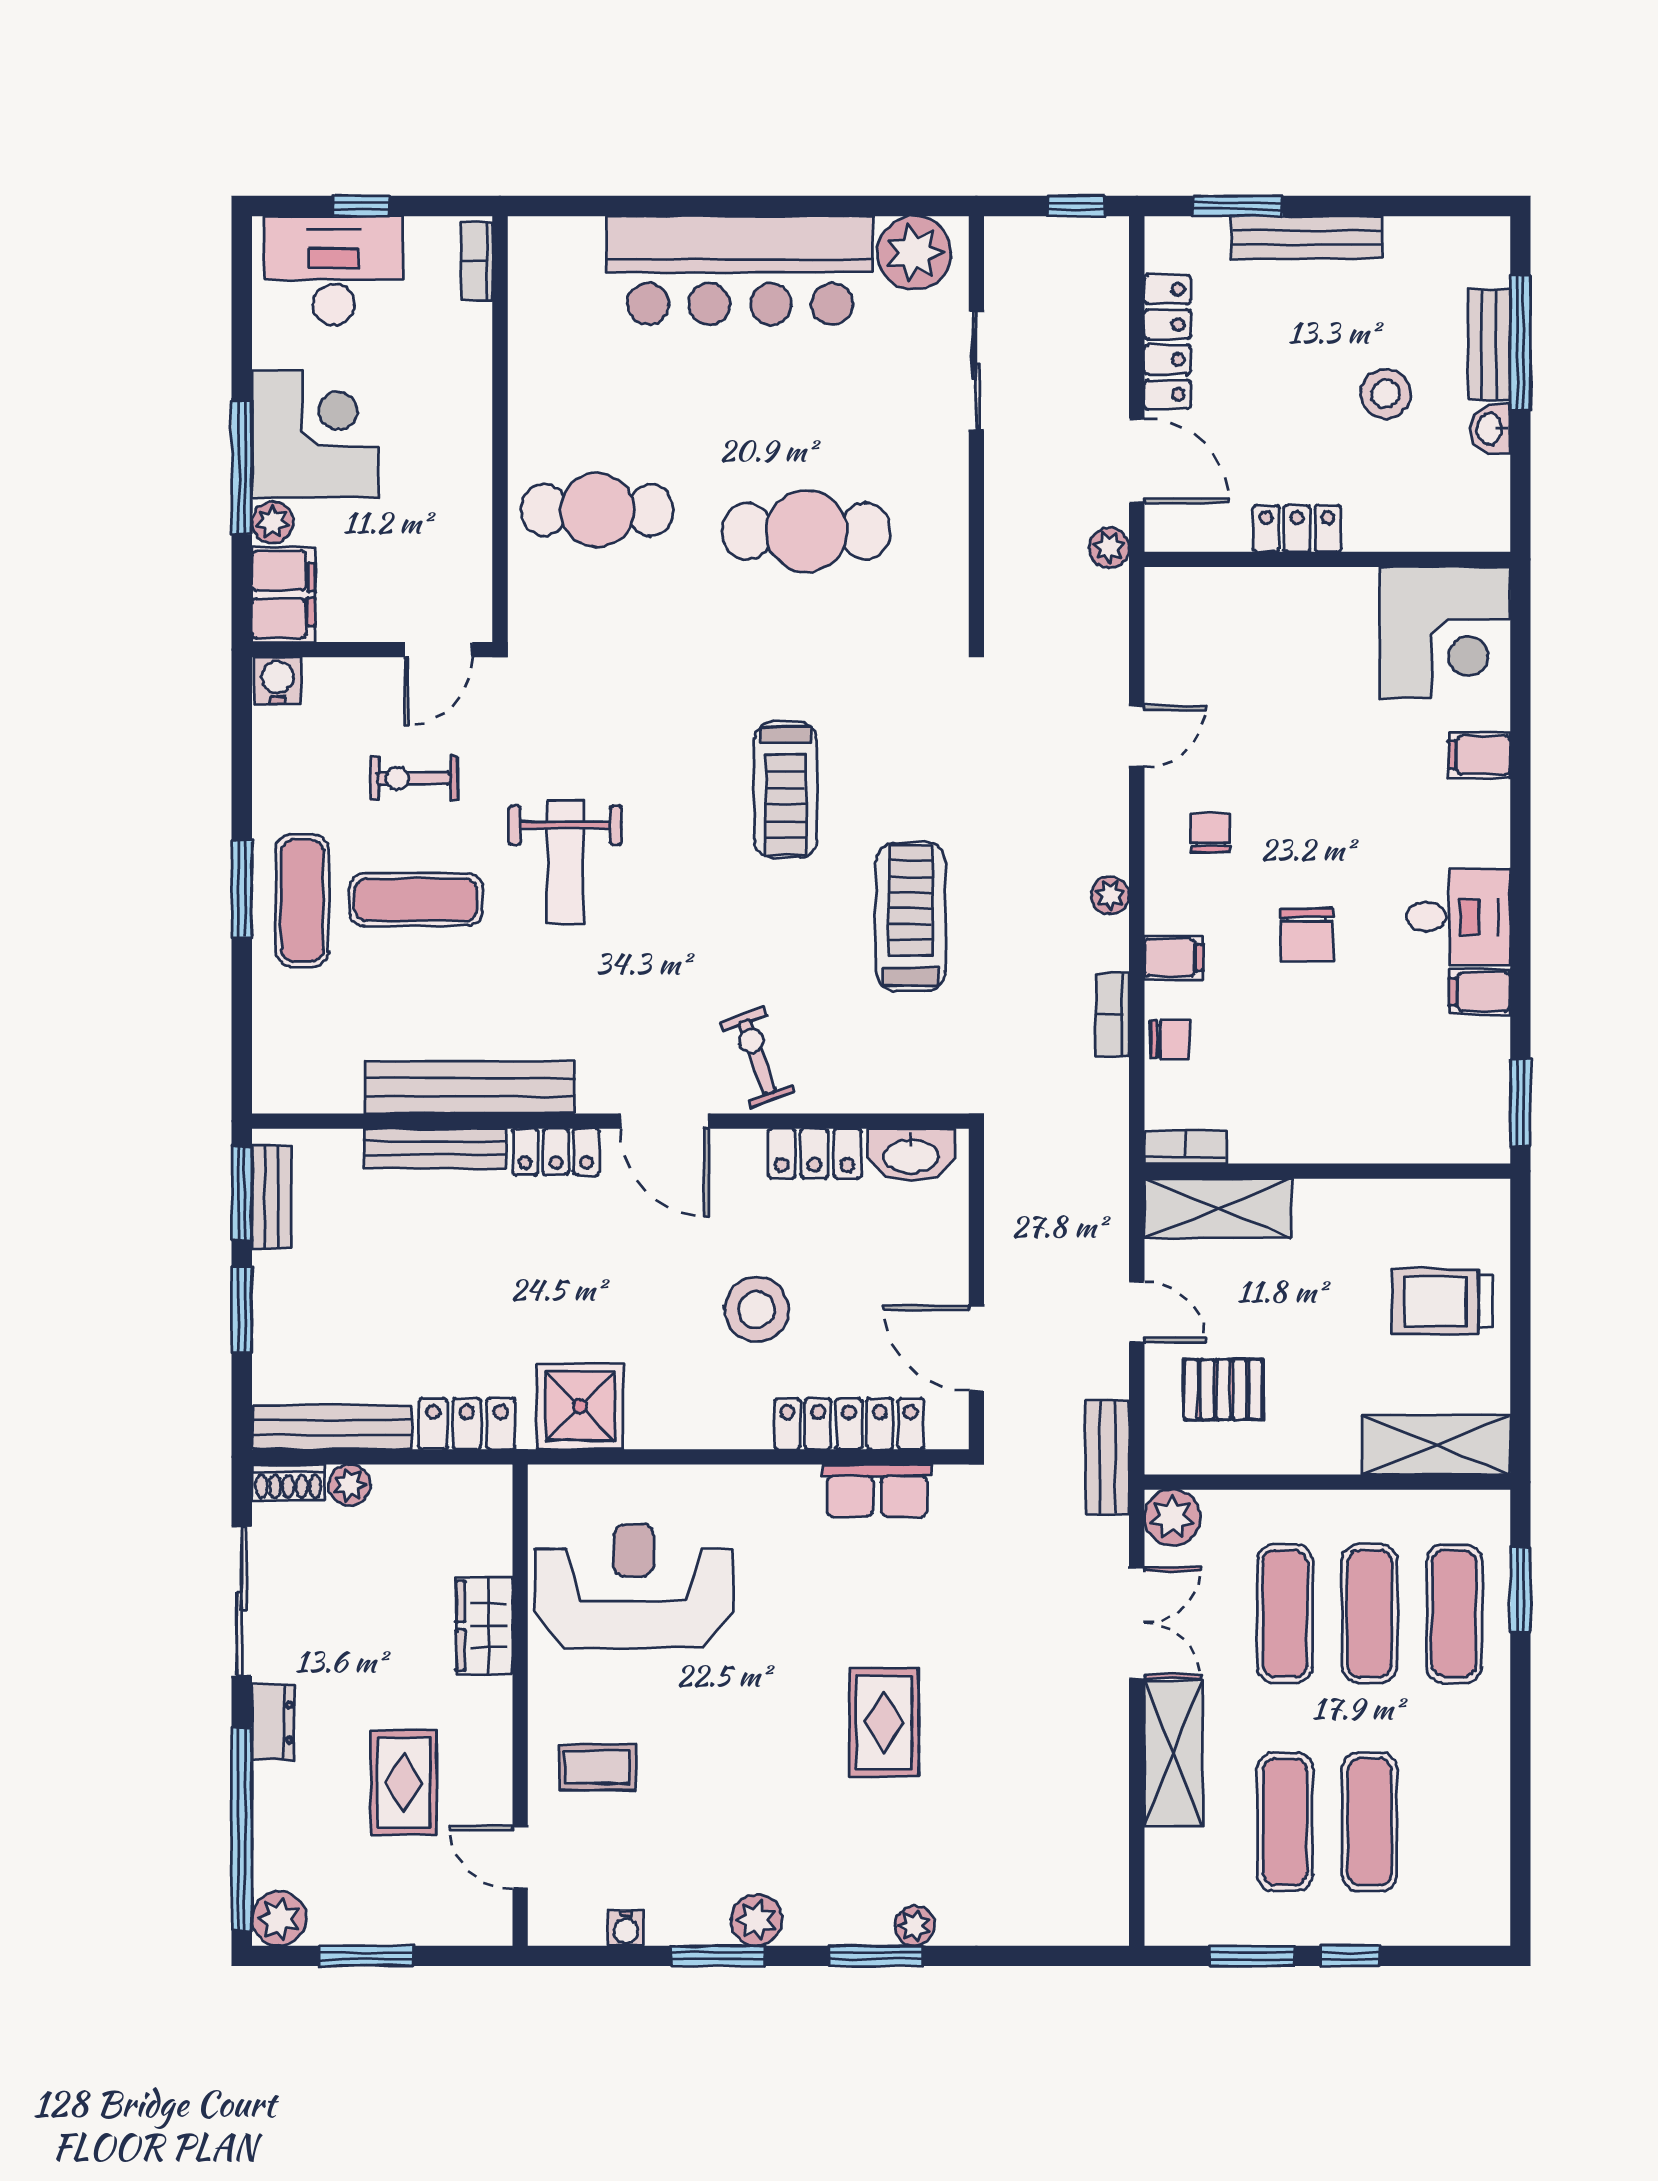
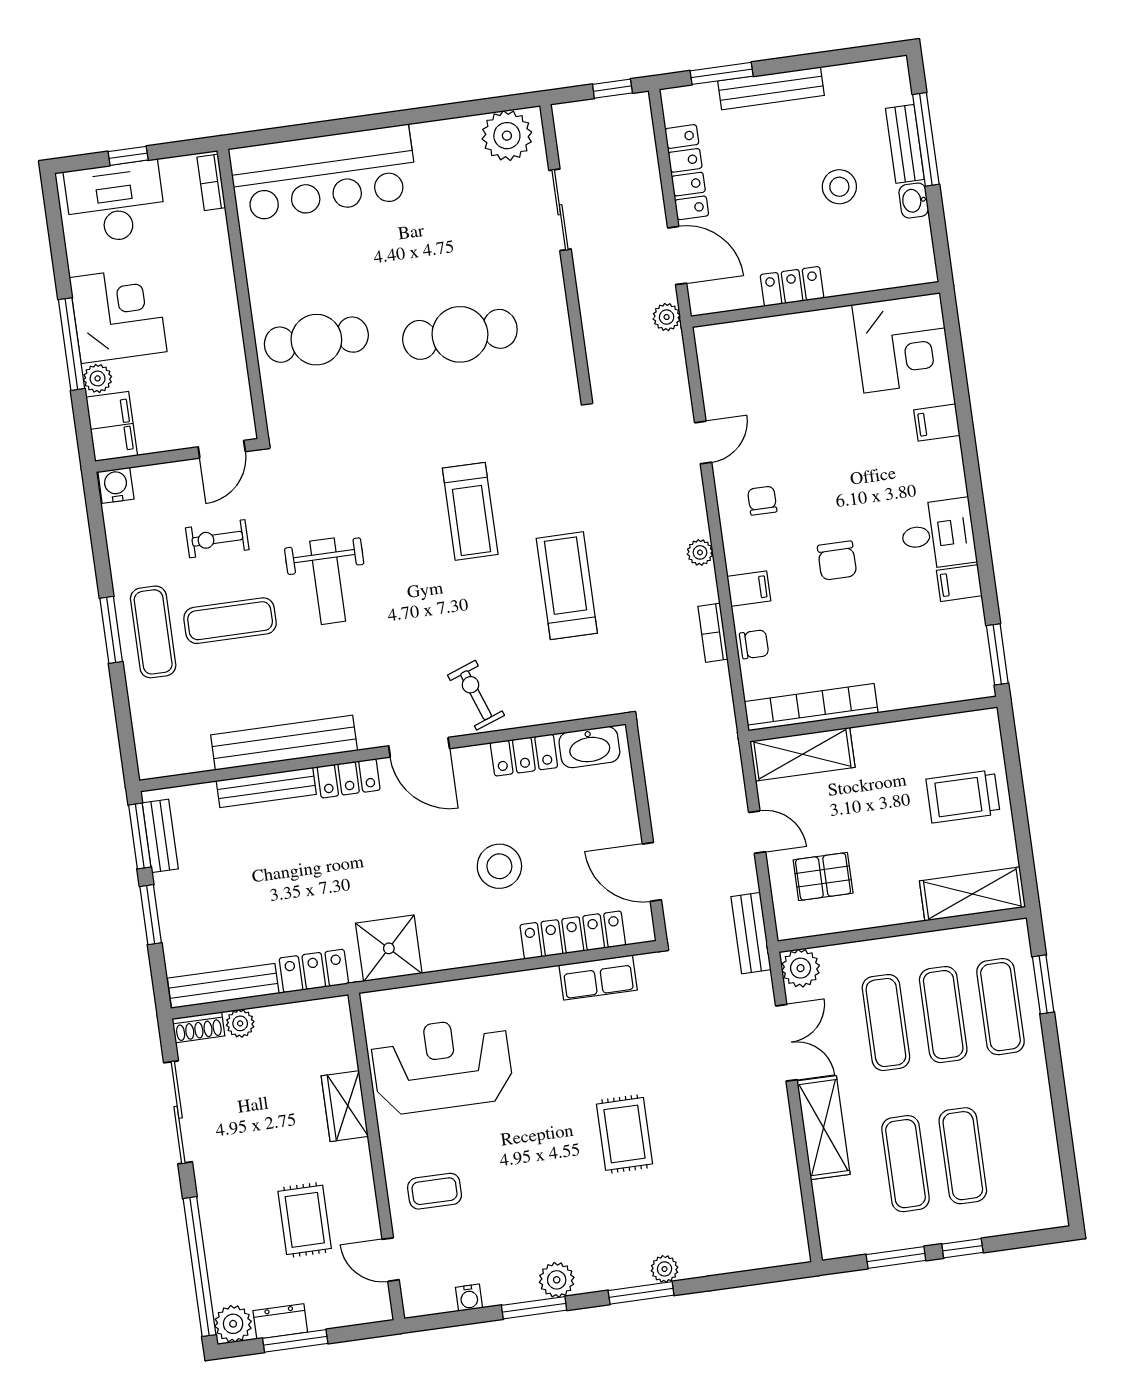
bar counter: (740, 270) -> (323, 173), moved
bookcase: (1186, 1147) -> (811, 707), width x2.31, depth x1.31
dresser: (273, 1722) -> (280, 1321), moved, turned -90

